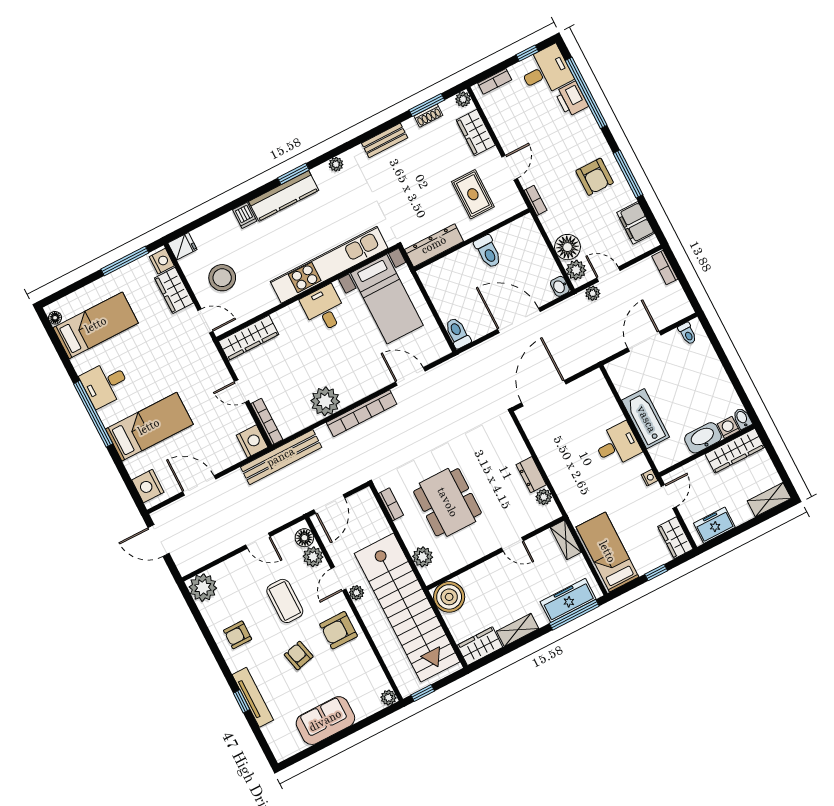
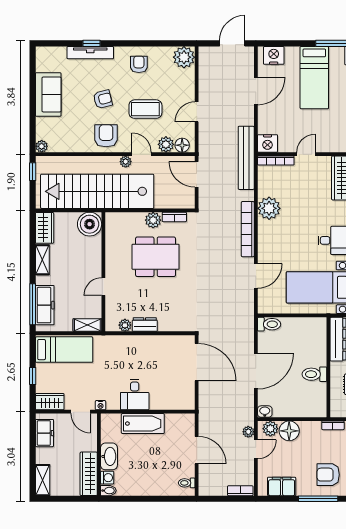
plant: (423, 557) -> (153, 220), moved

